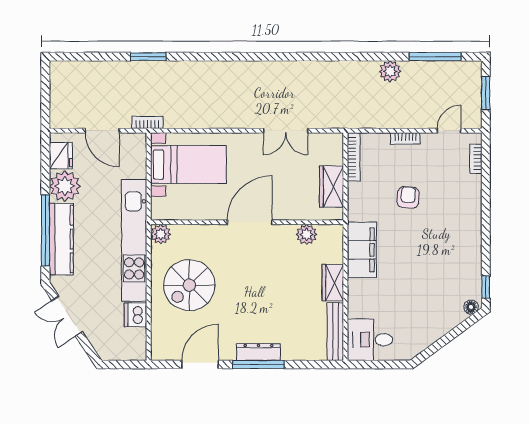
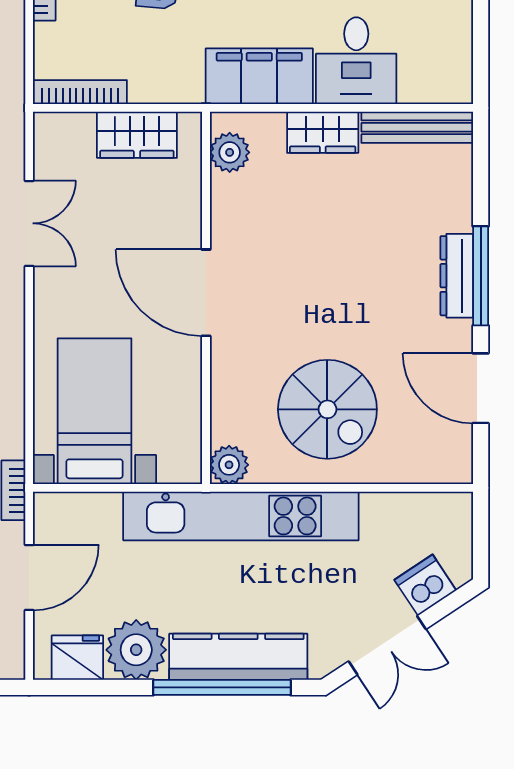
plant: (307, 234) -> (230, 152), moved
dishwasher: (136, 315) -> (425, 585), moved, turned 146
desk: (370, 340) -> (356, 61), moved

